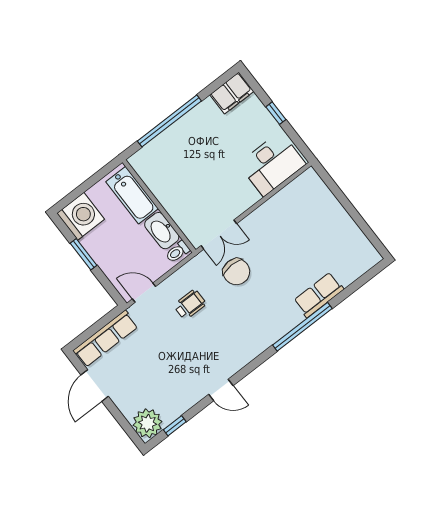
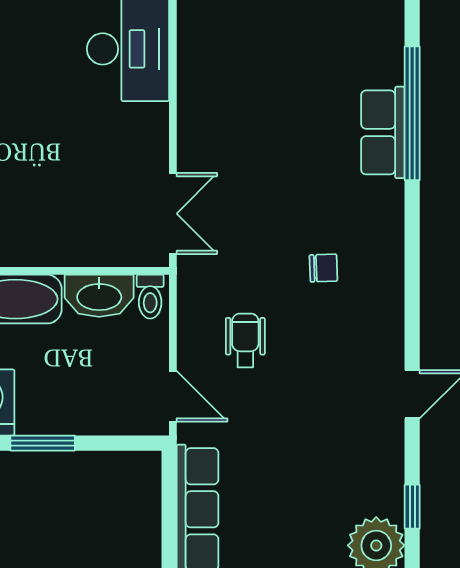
chair: (236, 272) -> (323, 268), moved, width x0.54, depth x0.54
door: (144, 293) -> (173, 396), swing flipped
window: (302, 327) -> (412, 113), moved

